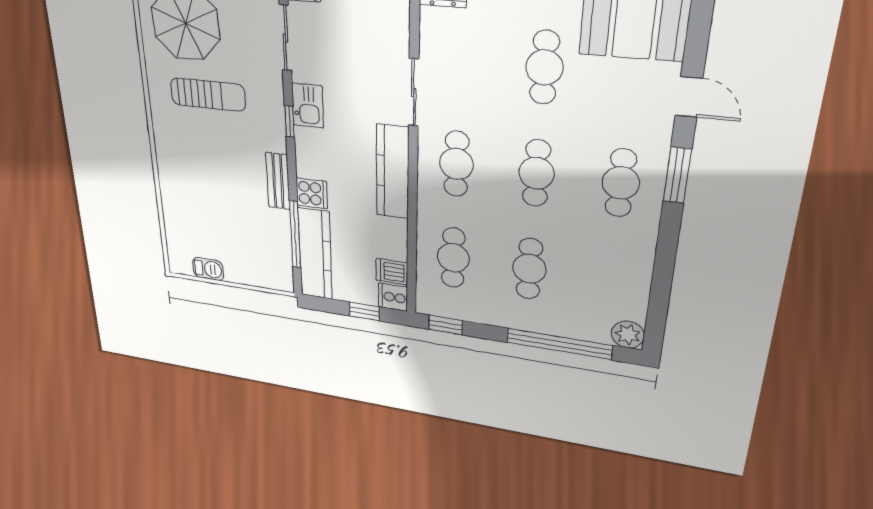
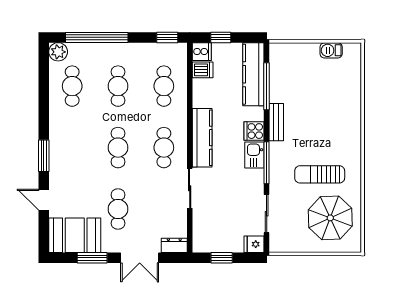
kitchen sink: (308, 106) -> (254, 155), moved
window: (289, 121) -> (267, 163), width x2.17
cafe table: (621, 183) -> (72, 86), moved
cooker: (312, 193) -> (254, 131), moved

